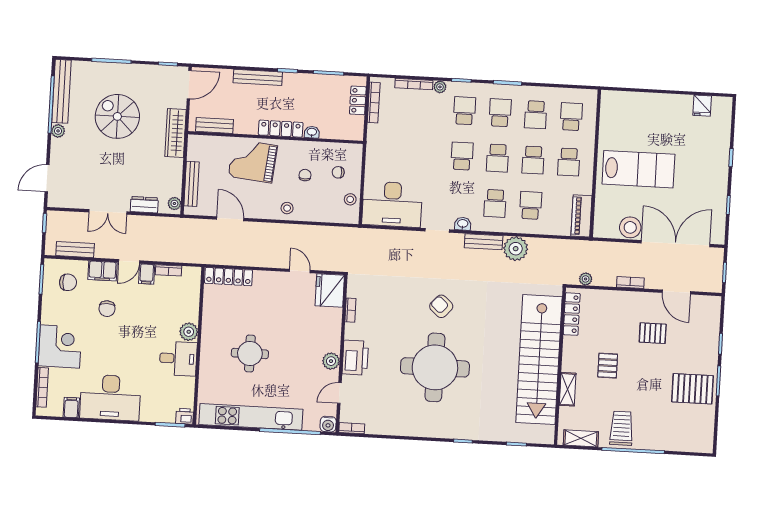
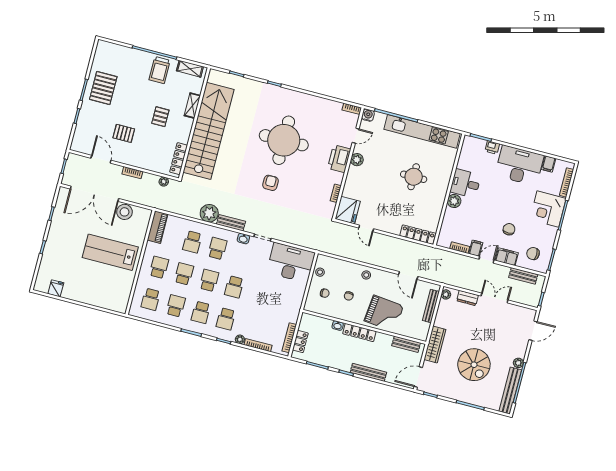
armchair: (441, 306) -> (270, 183), turned -132
pallet: (693, 389) -> (103, 88), turned 90
printer: (185, 416) -> (492, 147), moved

